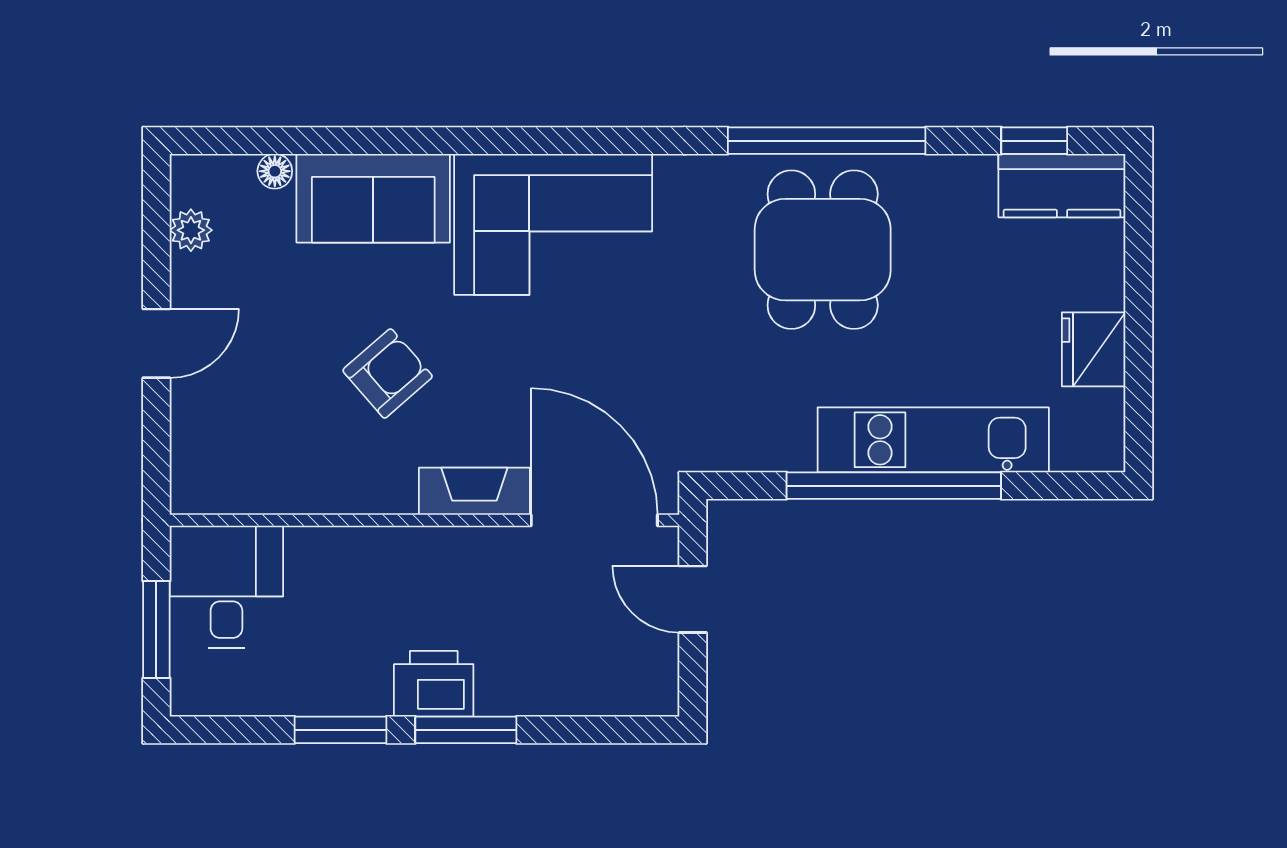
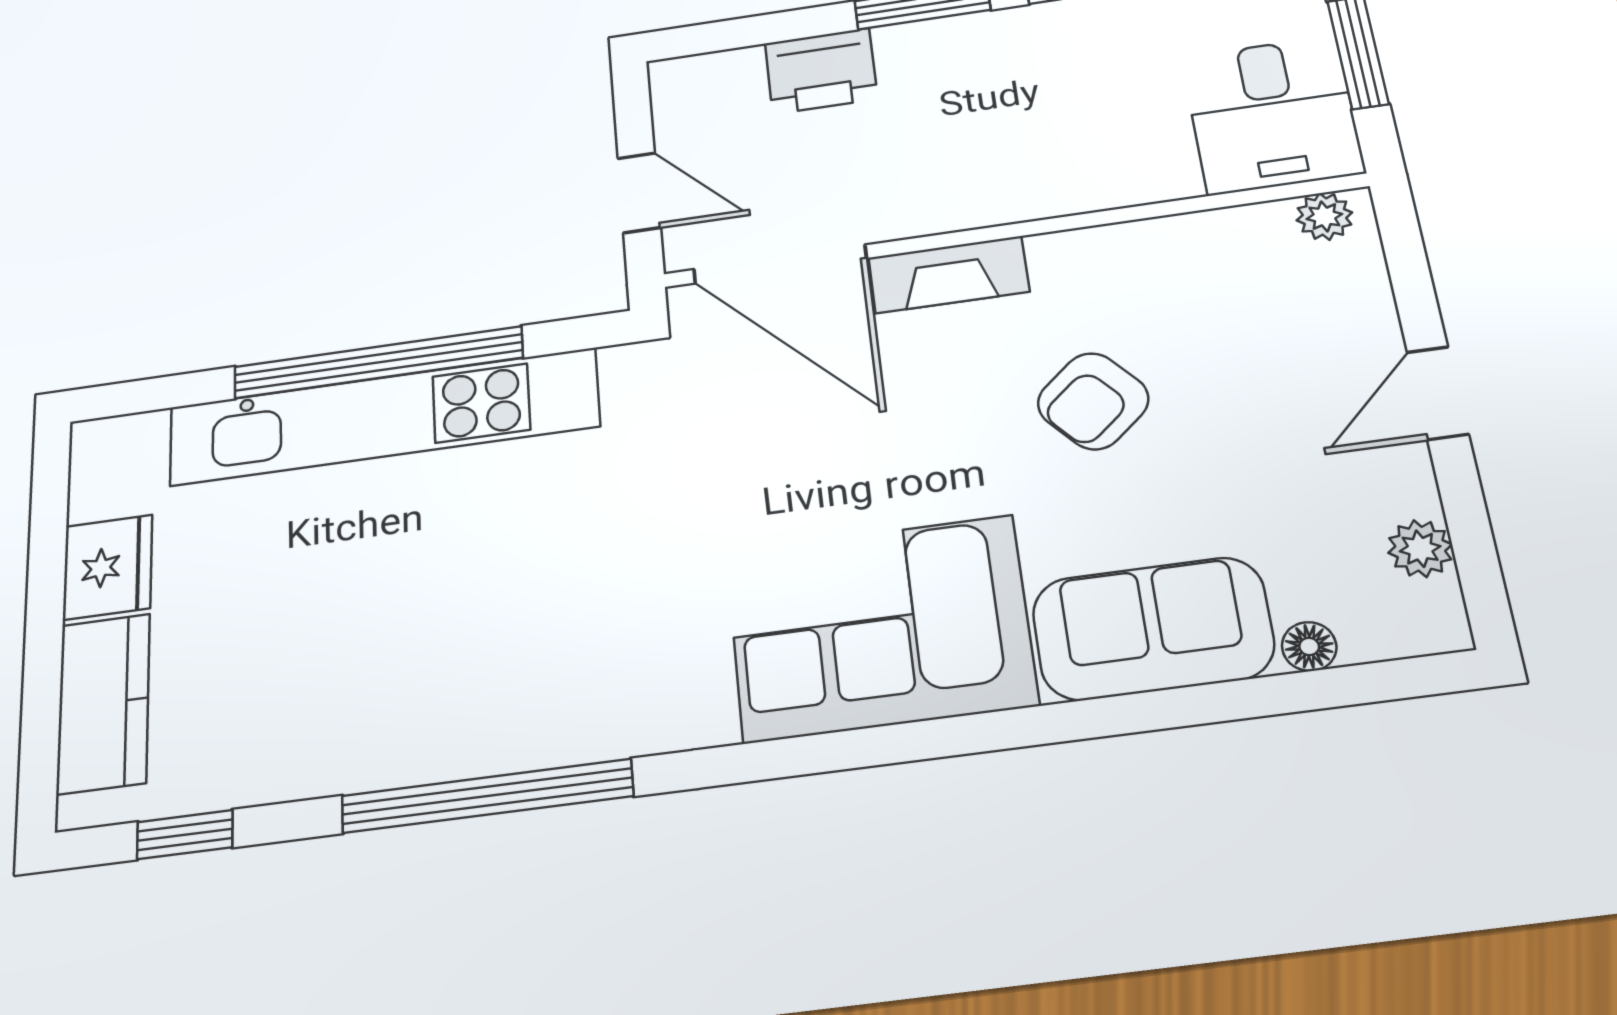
kitchen counter: (1062, 186) -> (104, 703), moved, turned 90
dining table: (823, 250) -> (486, 646), removed
kitchen unit: (933, 440) -> (383, 417), width x1.36
plant: (206, 495) -> (1324, 216), added
printer: (434, 684) -> (821, 71), moved

